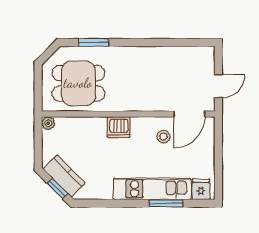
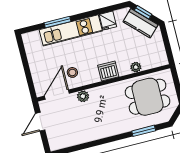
plant: (158, 104) -> (83, 96), added
plant: (48, 123) -> (136, 67), moved
fridge: (201, 189) -> (108, 21), moved

